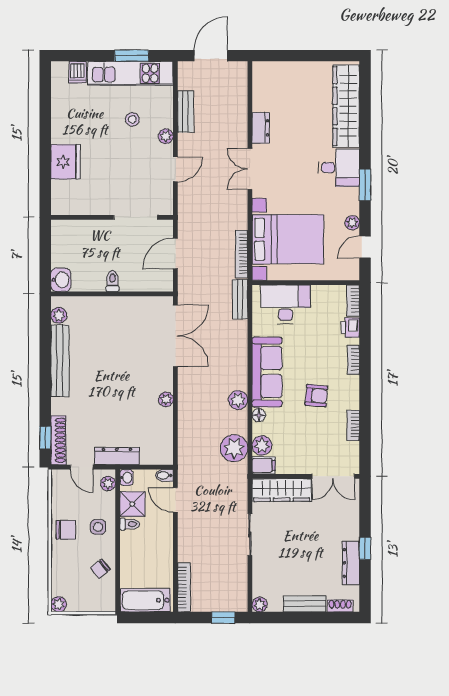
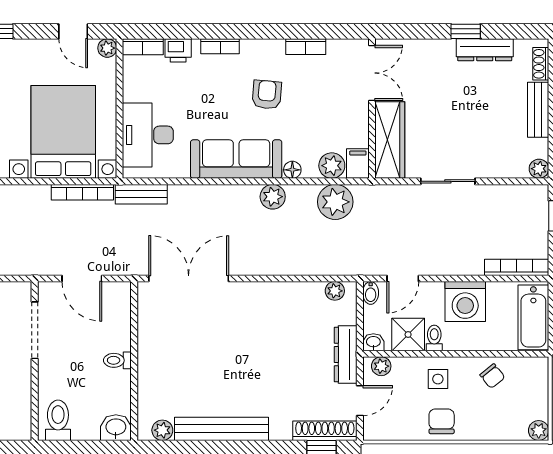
plant: (352, 223) -> (107, 48), moved
toilet: (66, 235) -> (58, 420), added
plant: (166, 399) -> (335, 291), moved
washing machine: (158, 548) -> (465, 302), added

